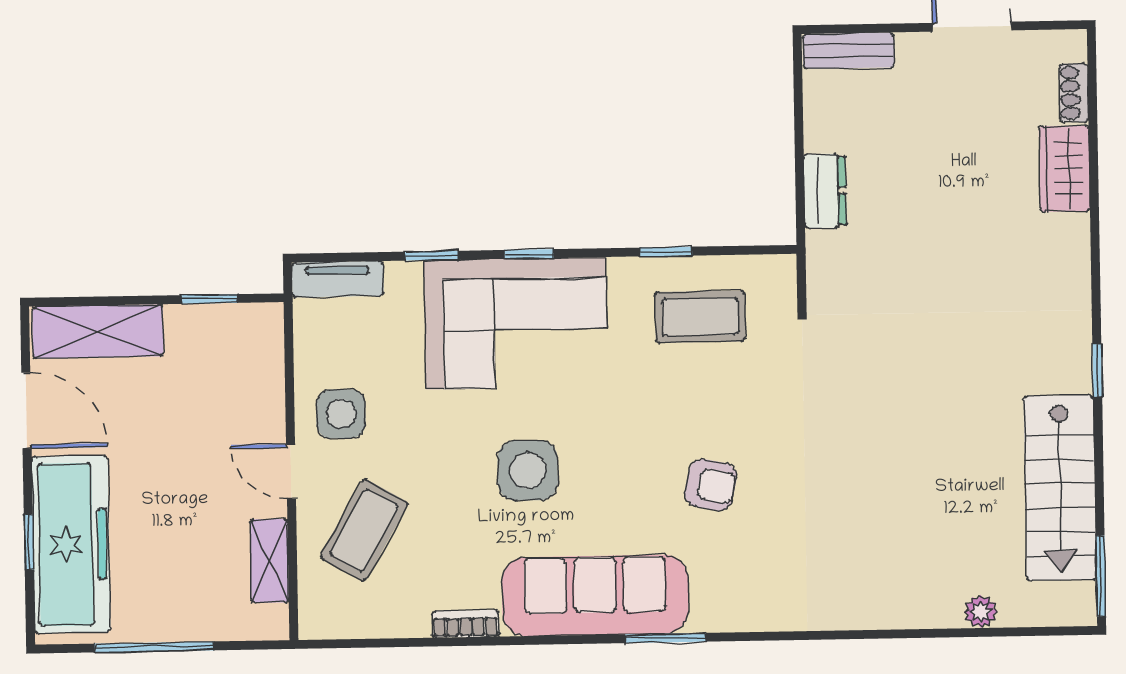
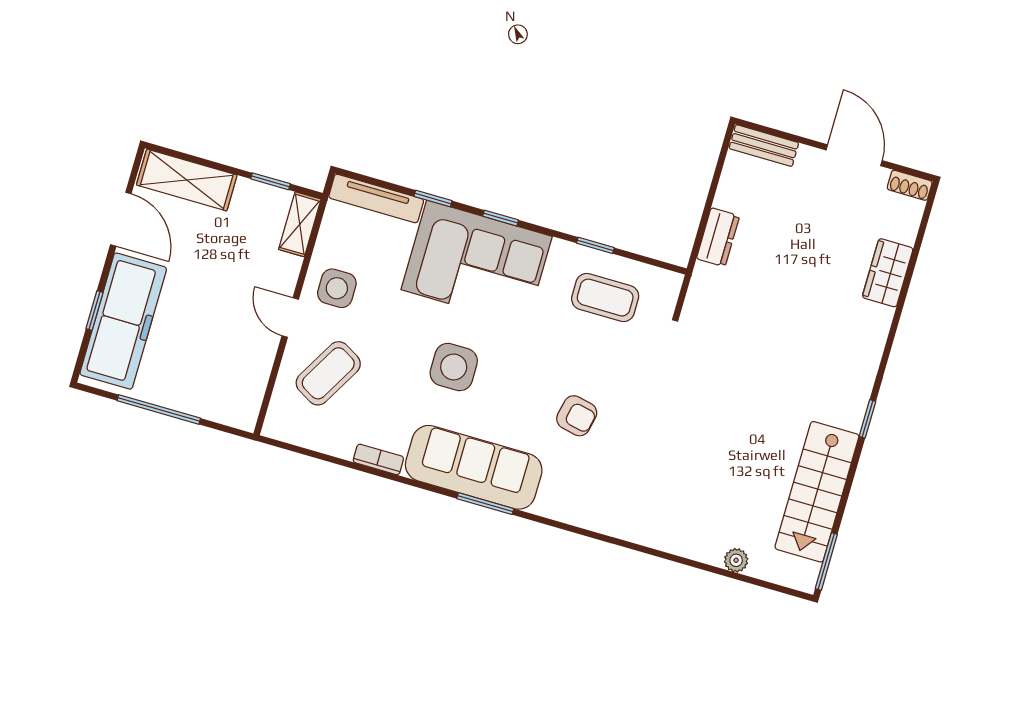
shoe rack: (1074, 93) -> (910, 185), moved, turned -90
tv unit: (338, 279) -> (376, 199), width x1.41
shelving: (269, 561) -> (300, 224), moved
window: (666, 638) -> (485, 504), moved

